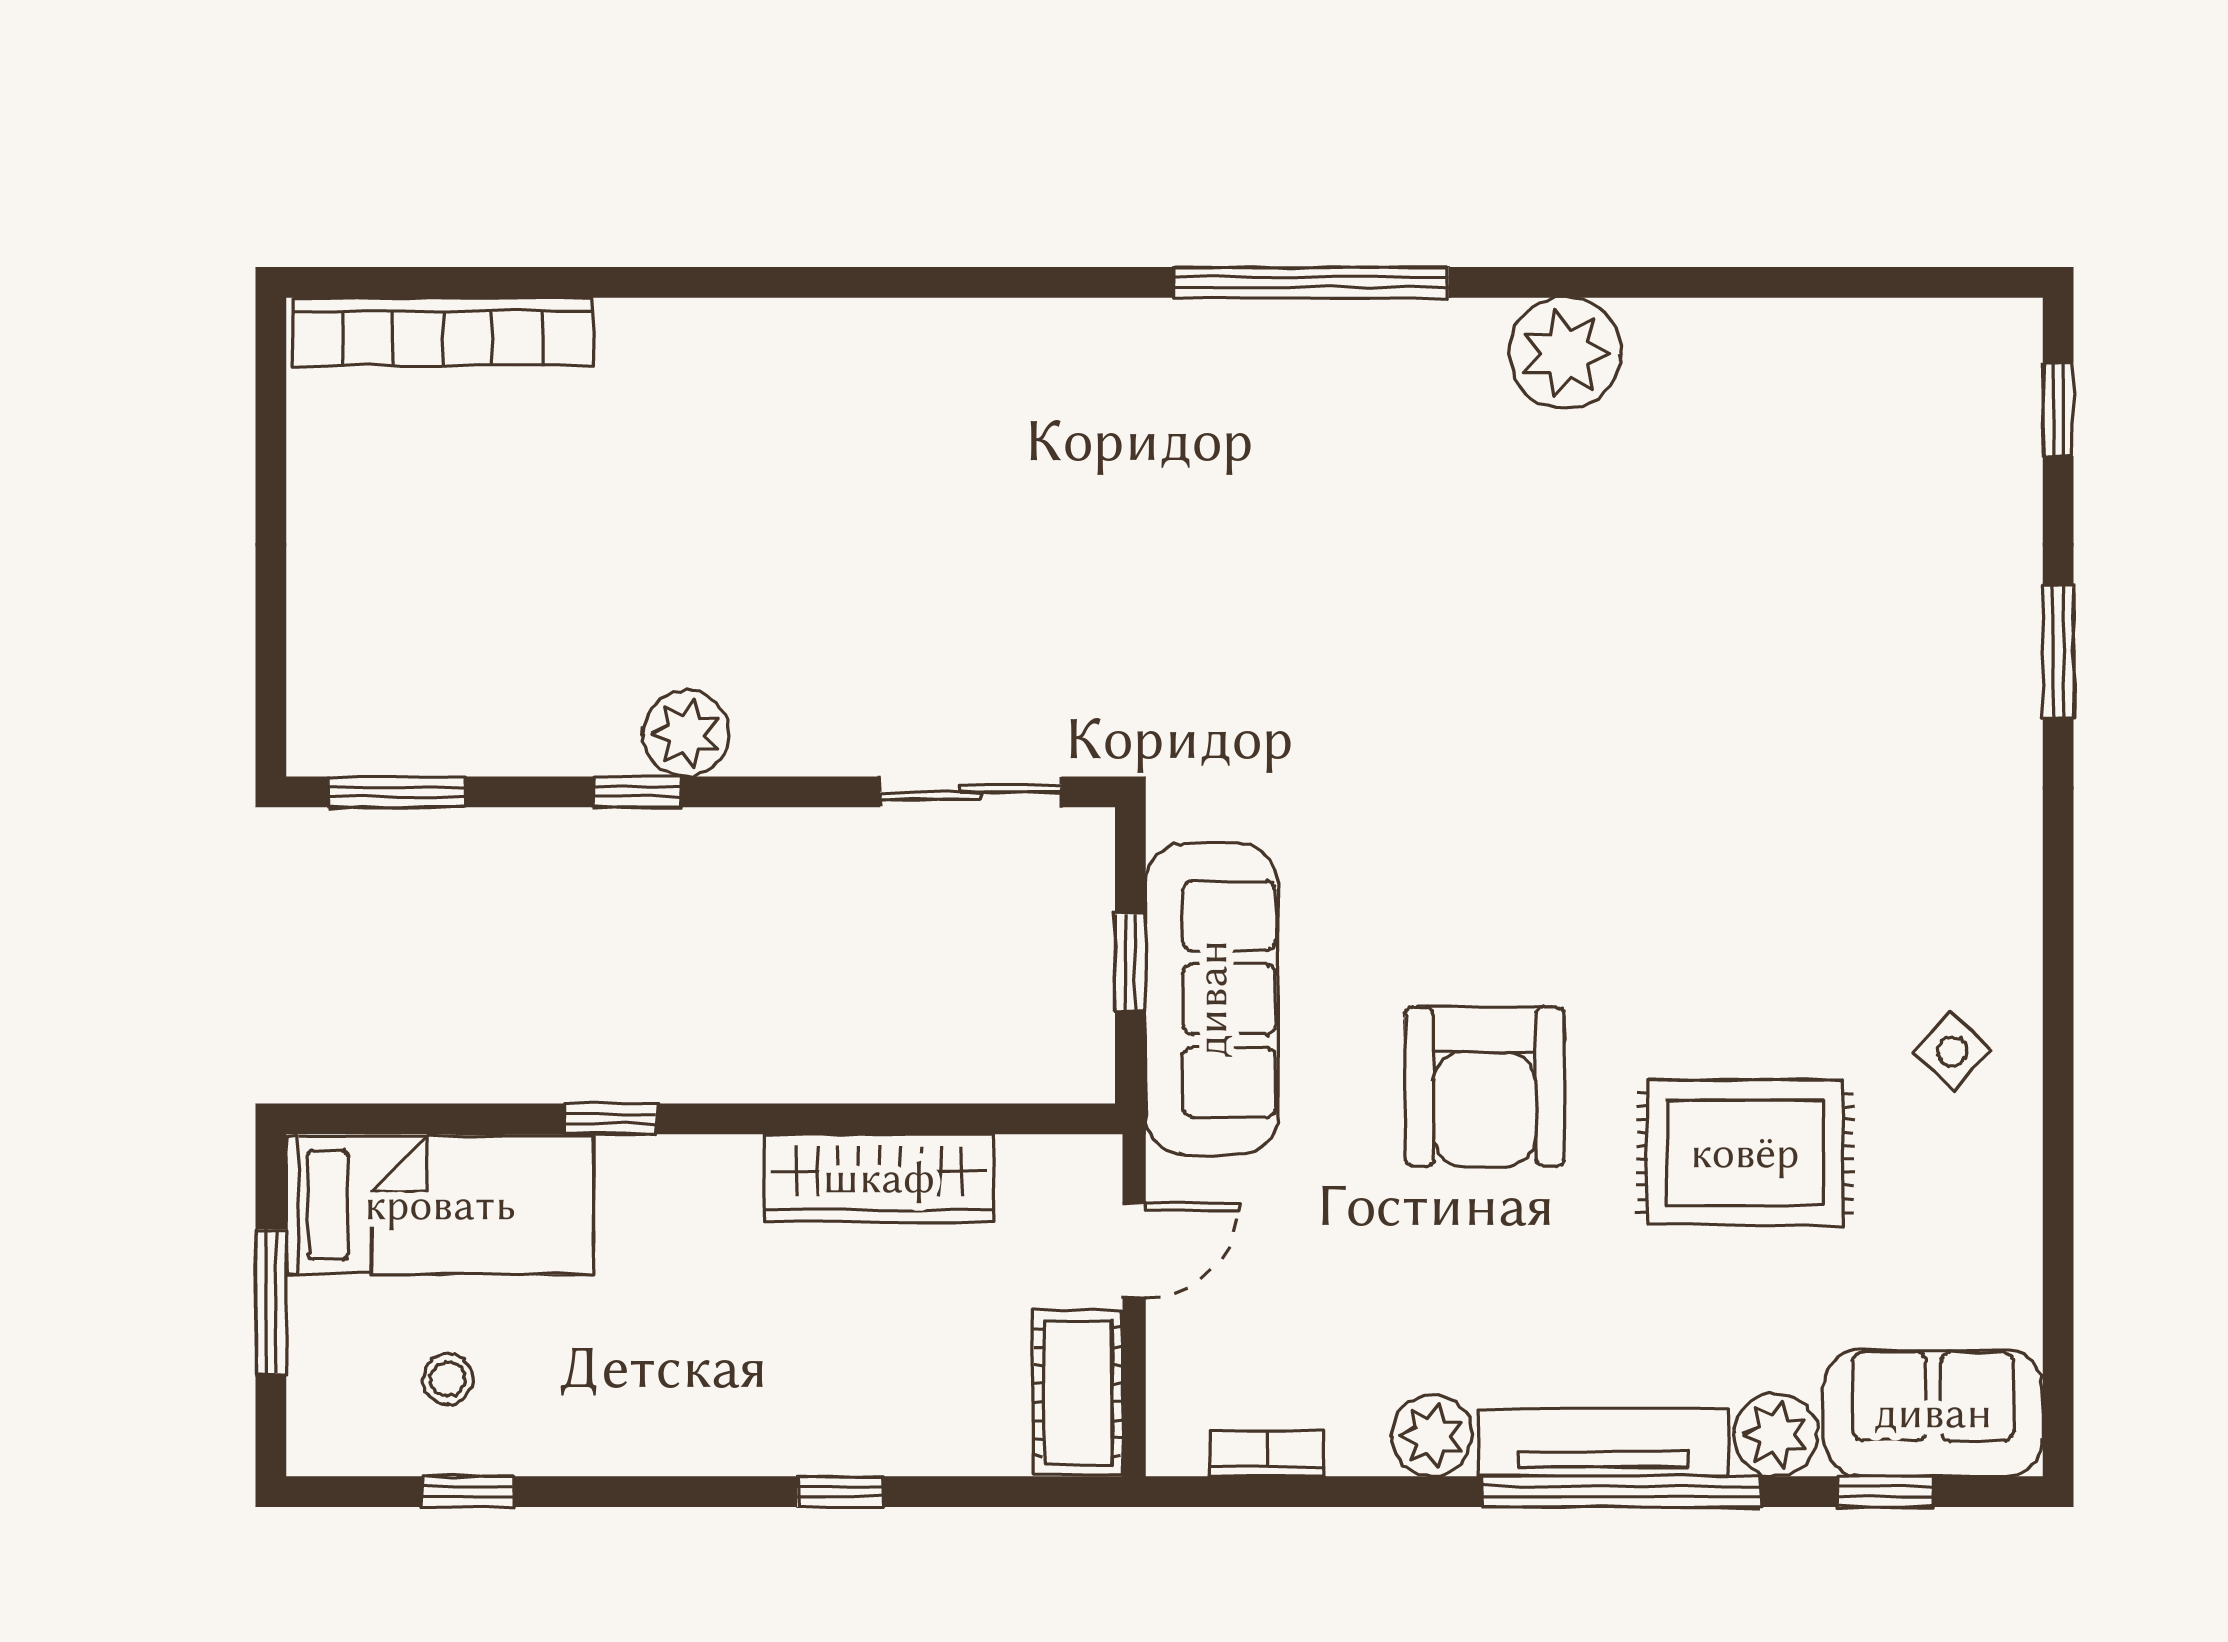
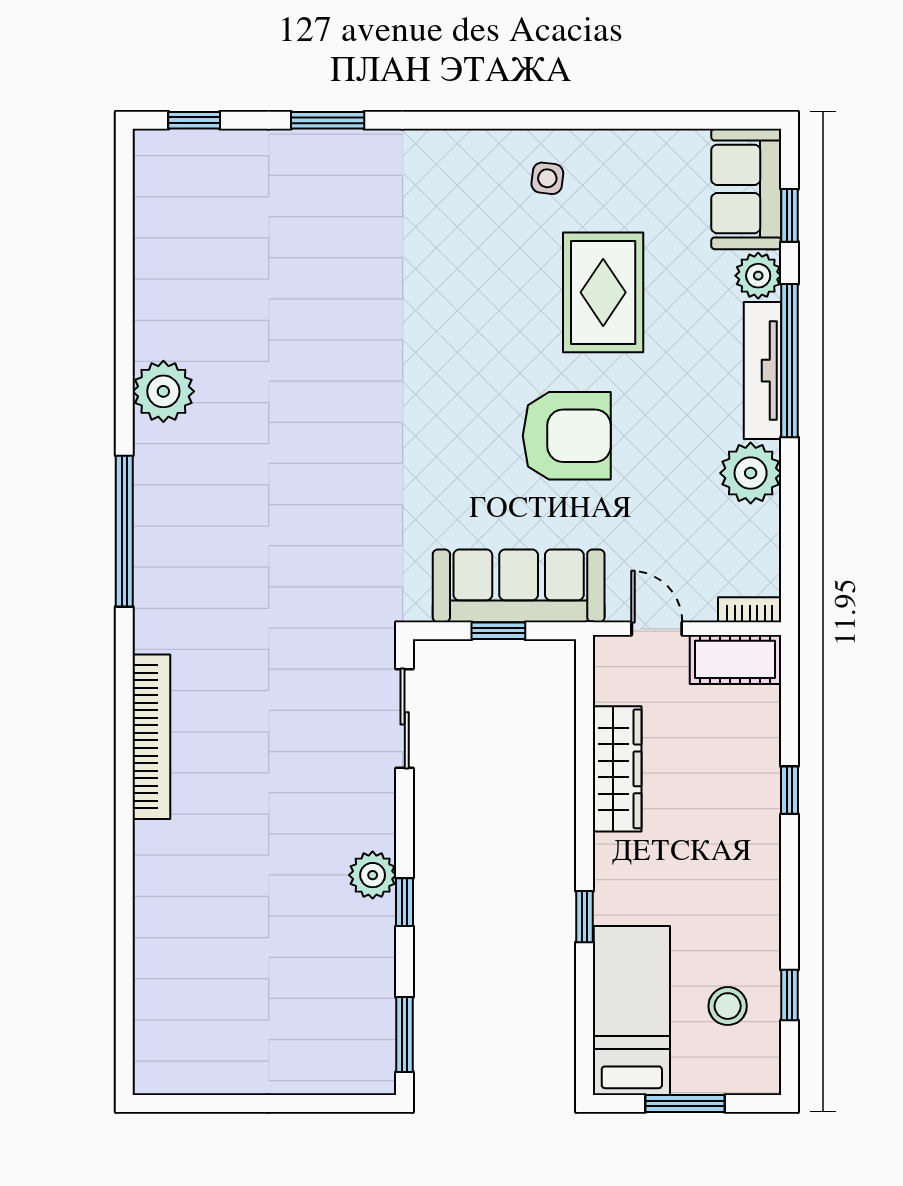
bookcase: (442, 332) -> (151, 737), moved
side table: (1953, 1051) -> (547, 178), turned -35
stool: (448, 1379) -> (728, 1006), width x1.37, depth x1.37
plant: (1432, 1436) -> (751, 473), width x1.36, depth x1.36
bookcase: (1267, 1453) -> (750, 610), moved, turned 90

